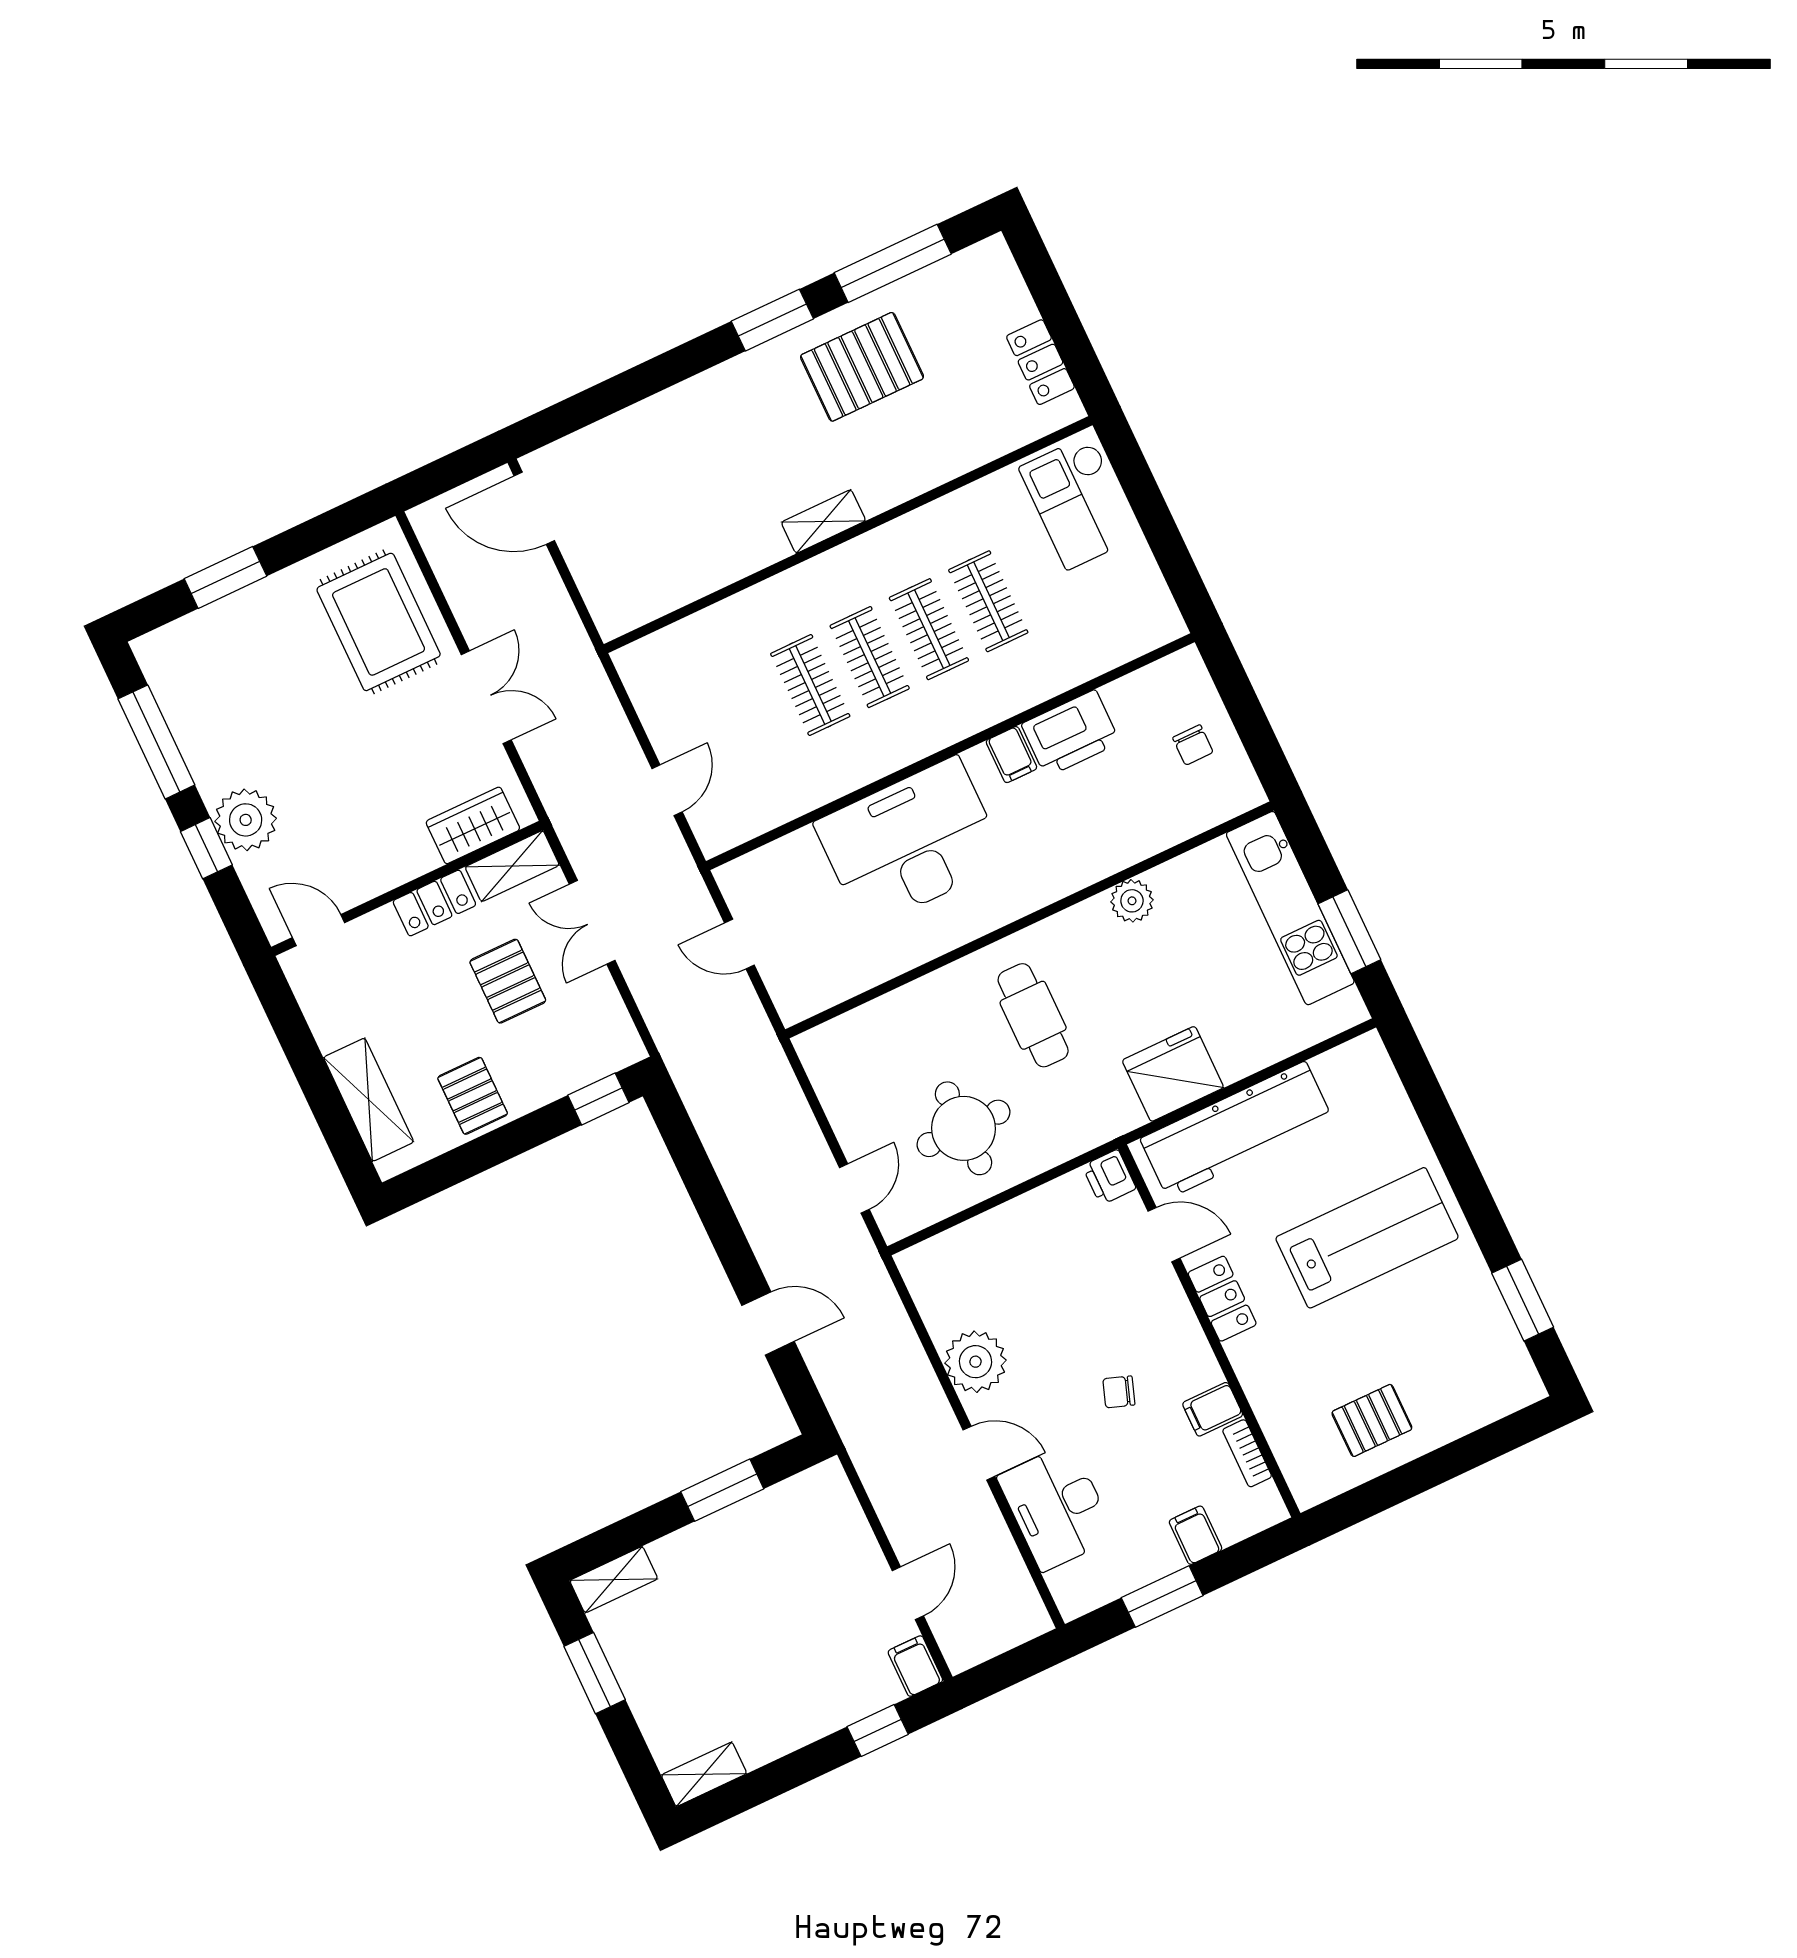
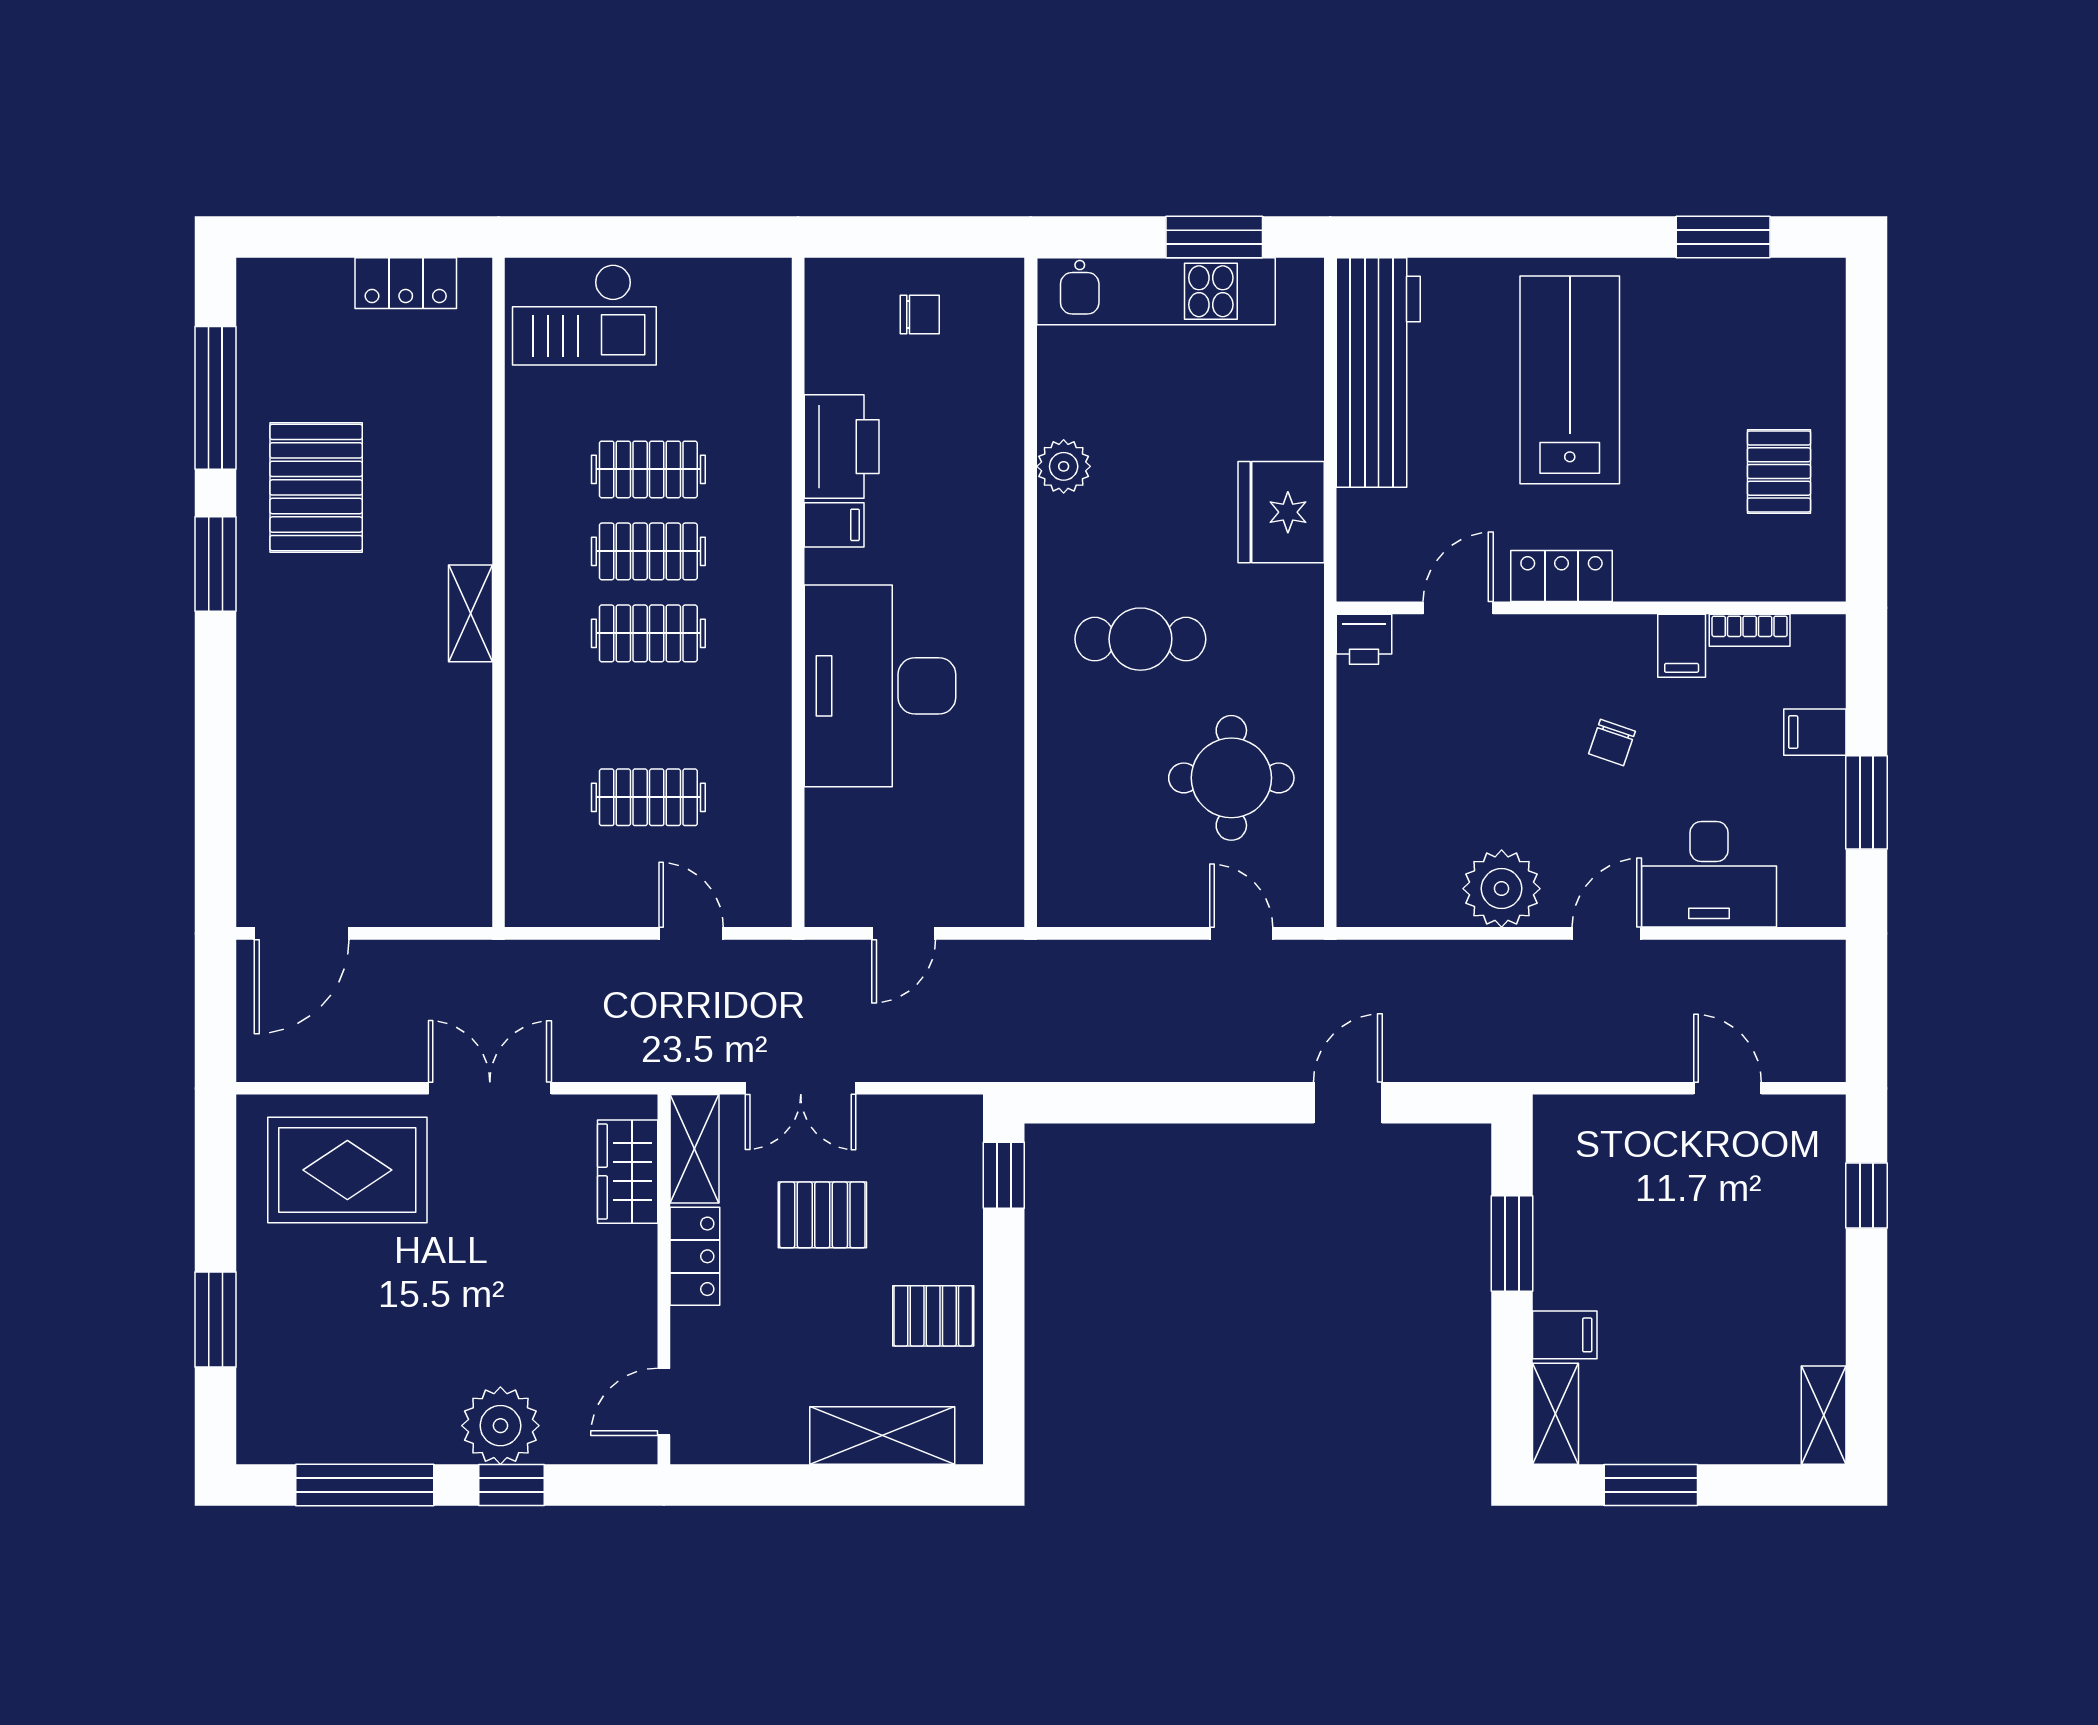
clothes rail: (810, 685) -> (648, 797), moved
workbench: (1237, 1130) -> (1378, 372), moved
filing cabinet: (915, 1666) -> (1565, 1335), moved, turned 180

